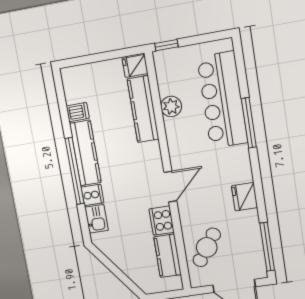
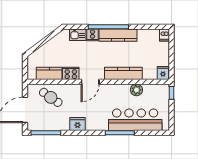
kitchen counter: (143, 109) -> (123, 73), moved
dishwasher: (78, 112) -> (165, 35), moved
door: (170, 187) -> (90, 82), hinge flipped

